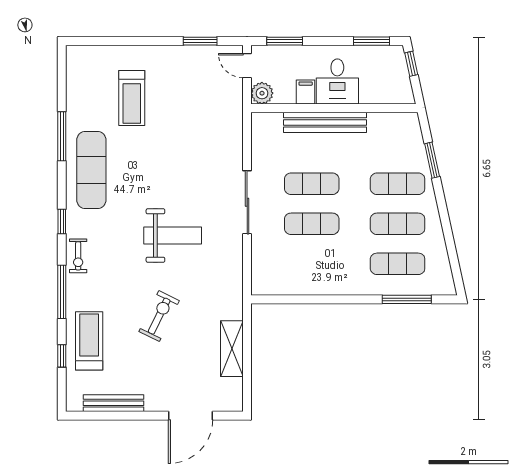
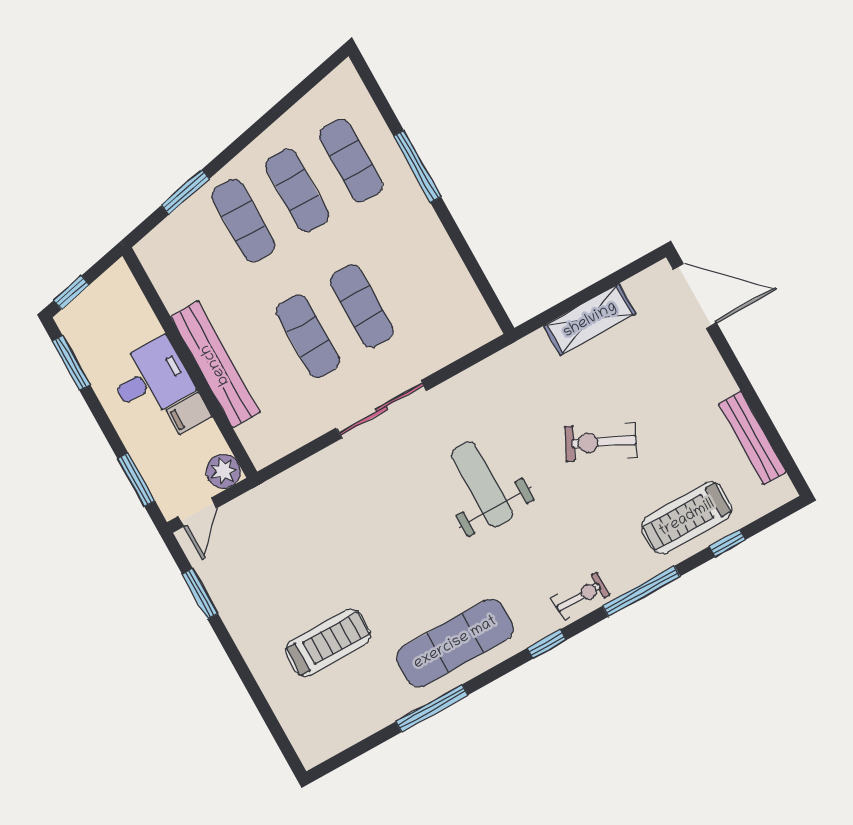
window: (407, 299) -> (417, 167), moved
door: (191, 416) -> (695, 296), moved

